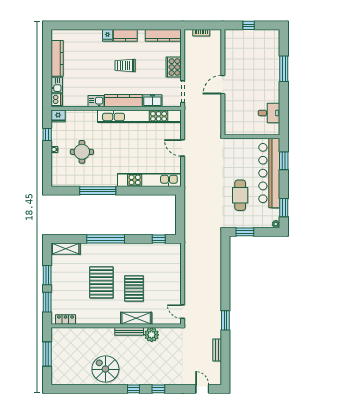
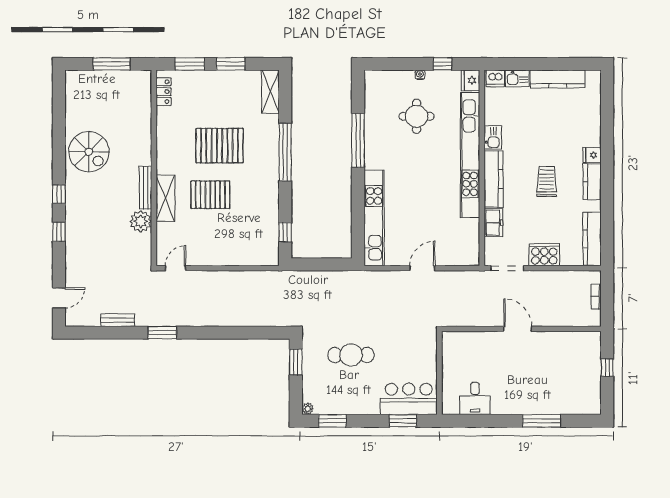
kitchen unit: (139, 116) -> (470, 155), moved
bar counter: (269, 173) -> (409, 399), width x0.54
spiral stairs: (105, 369) -> (89, 152), turned 90

